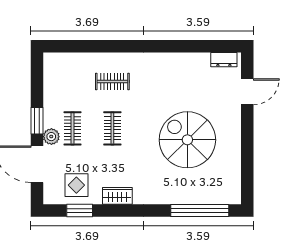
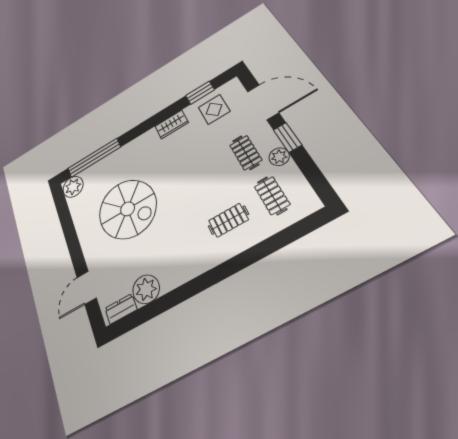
plant: (198, 64) -> (146, 289), added
clothes rail: (112, 128) -> (272, 196), moved
plant: (51, 137) -> (279, 157), moved
plant: (230, 193) -> (73, 187), added

